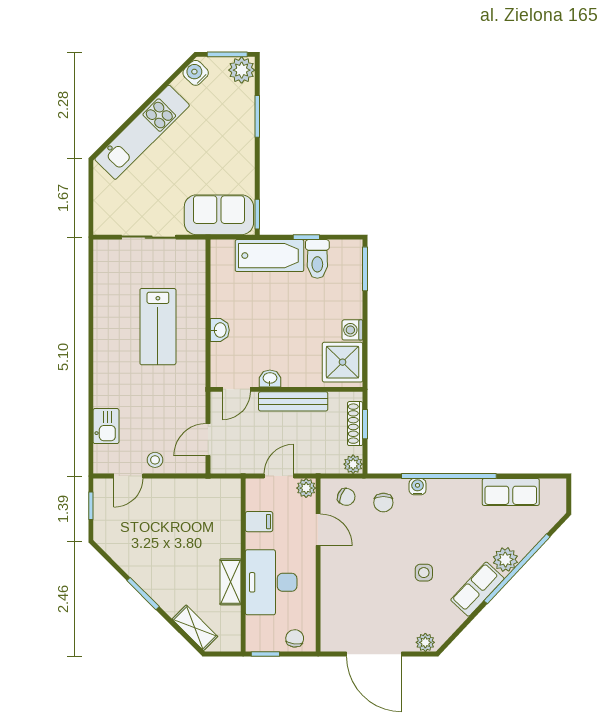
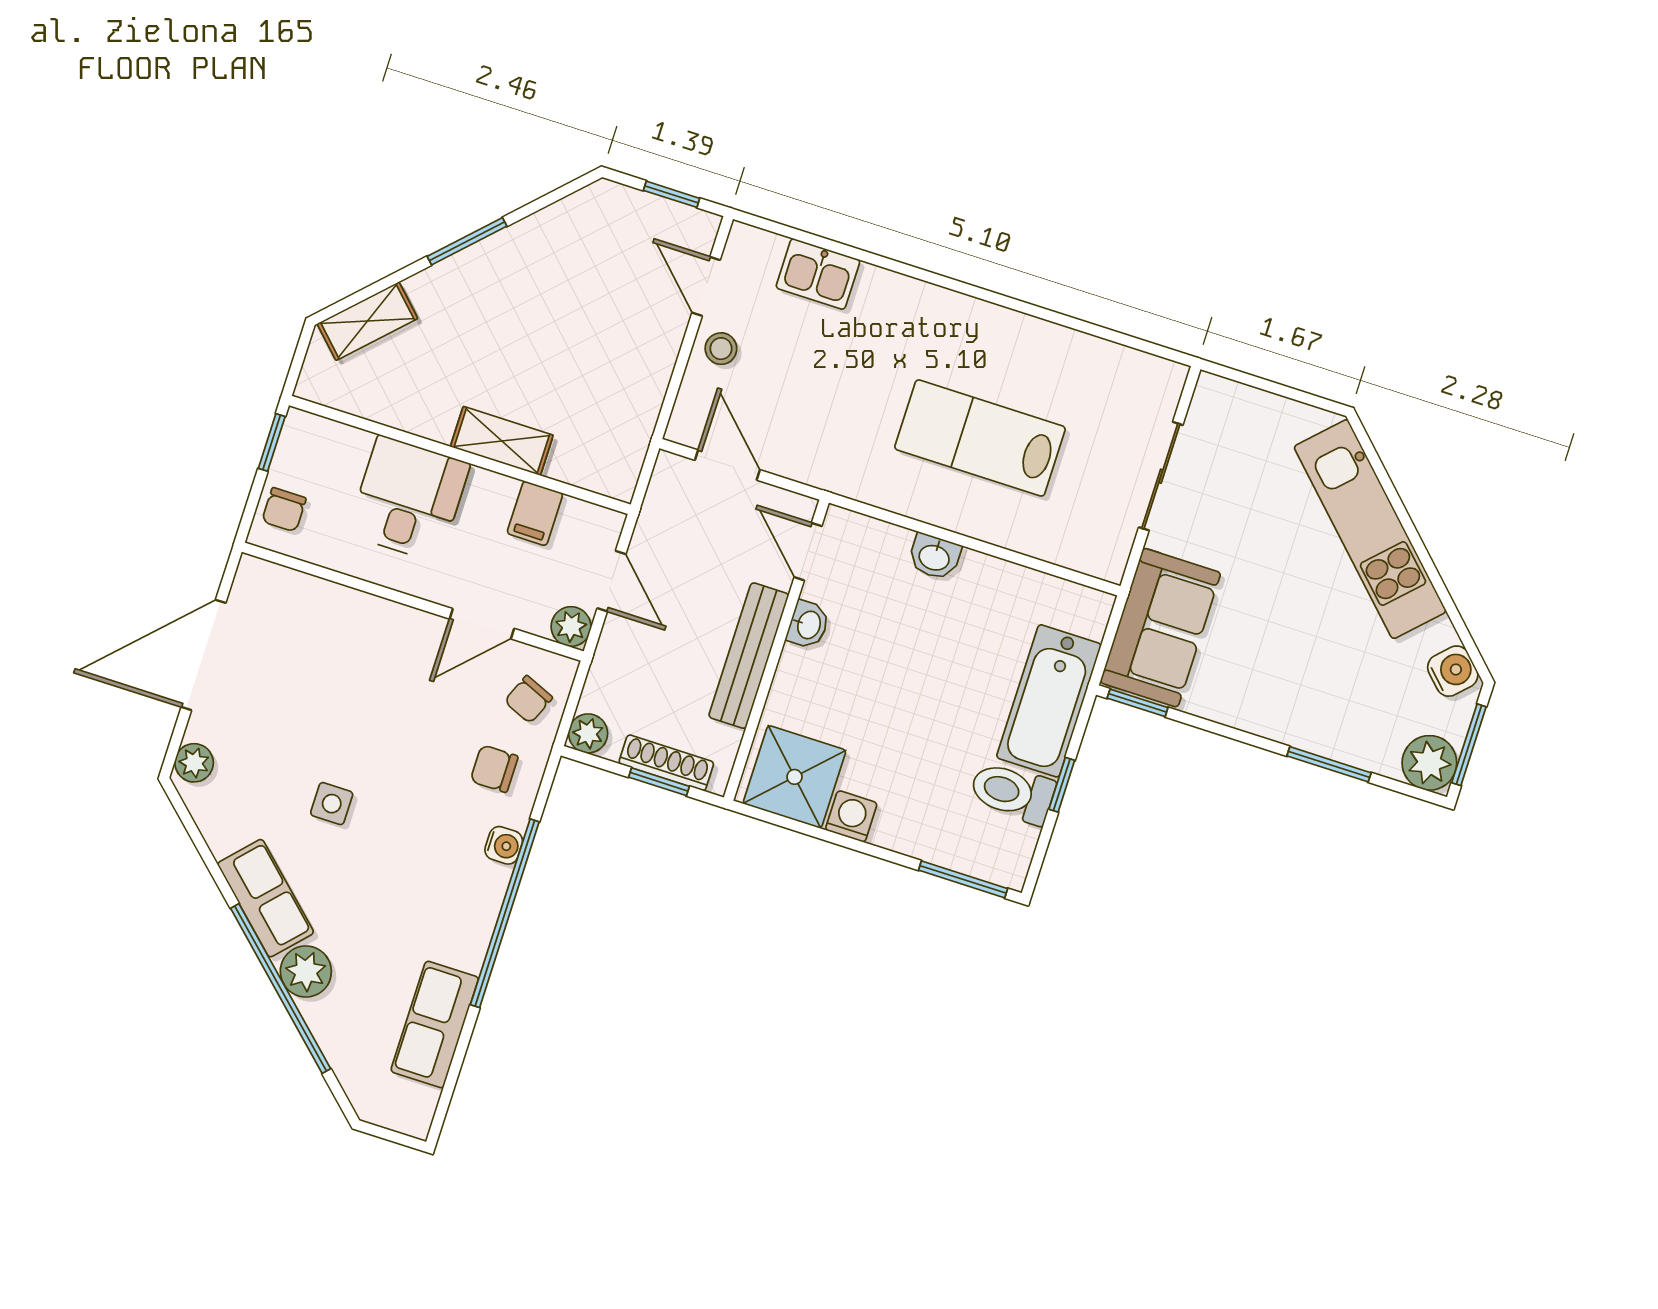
shelving: (230, 582) -> (502, 441), moved
desk: (271, 582) -> (409, 499), width x0.73
chair: (295, 638) -> (284, 510), turned 83

